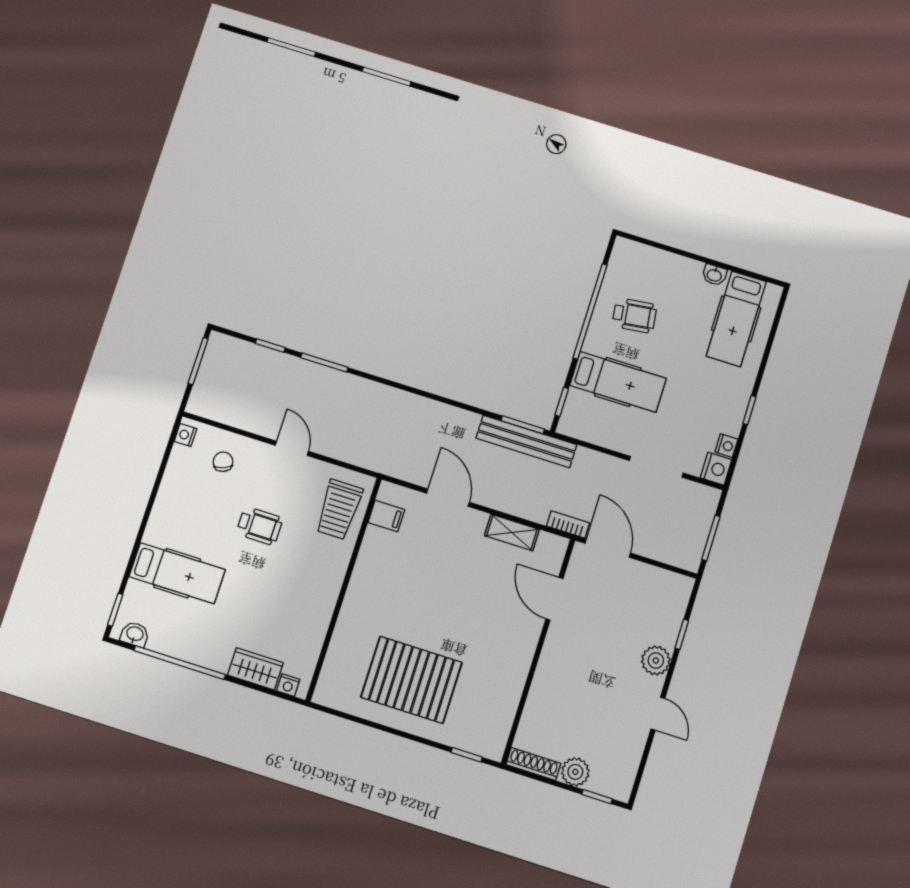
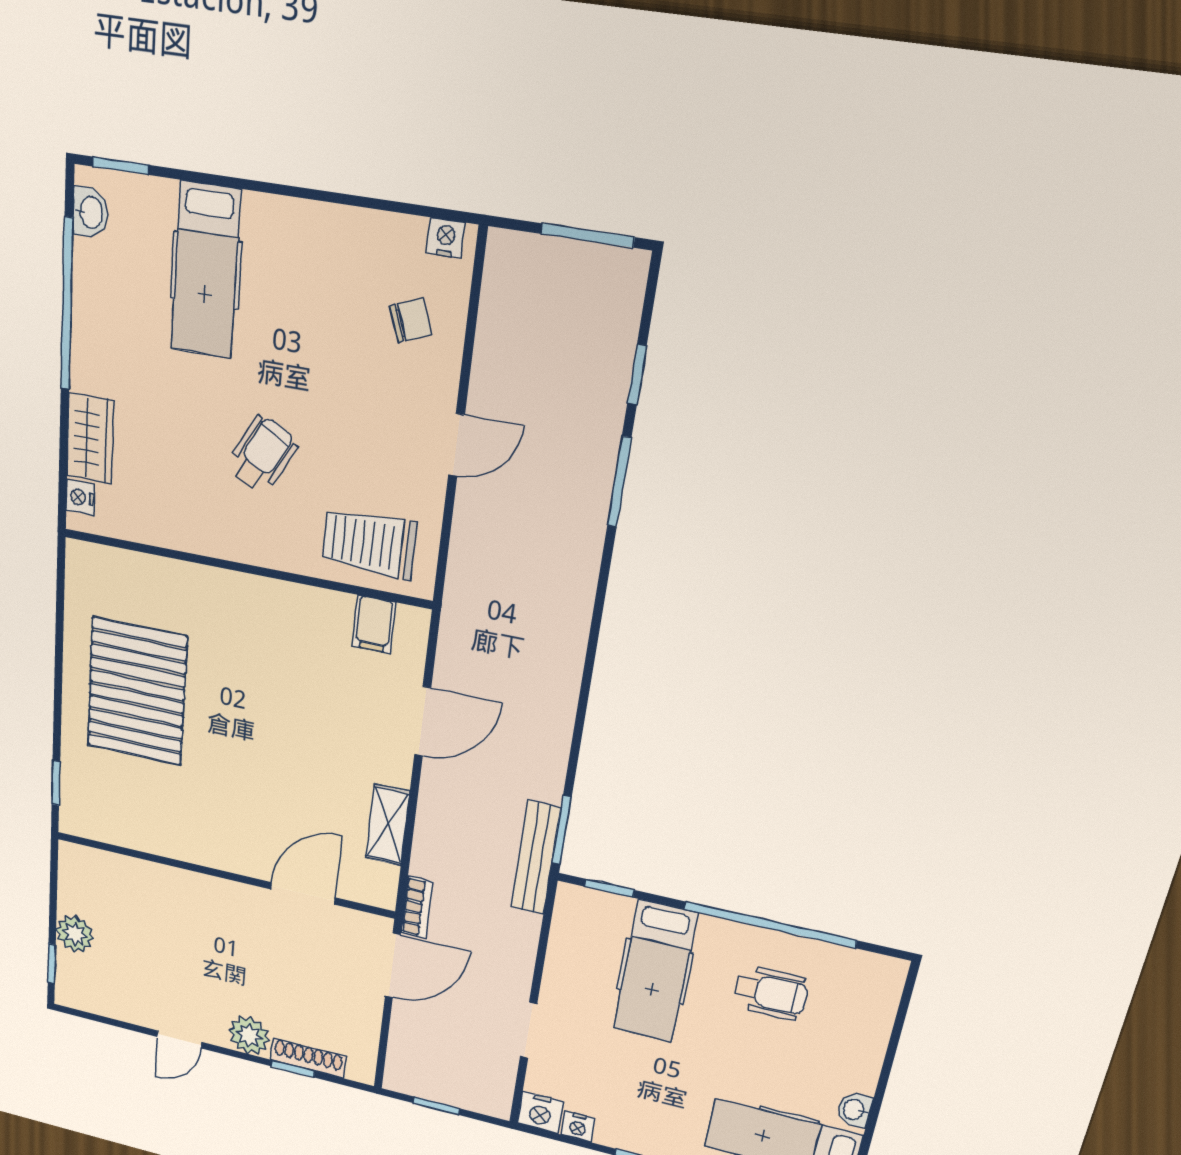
wheelchair: (634, 316) -> (771, 993), turned -83
bench: (526, 441) -> (536, 858), width x0.73, depth x0.82
doorway: (656, 467) -> (529, 1030), width x0.73
wheelchair: (259, 526) -> (262, 455), moved, turned -151
window: (711, 538) -> (436, 1106), width x0.67
shoe rack: (533, 764) -> (308, 1058), moved, turned -90

